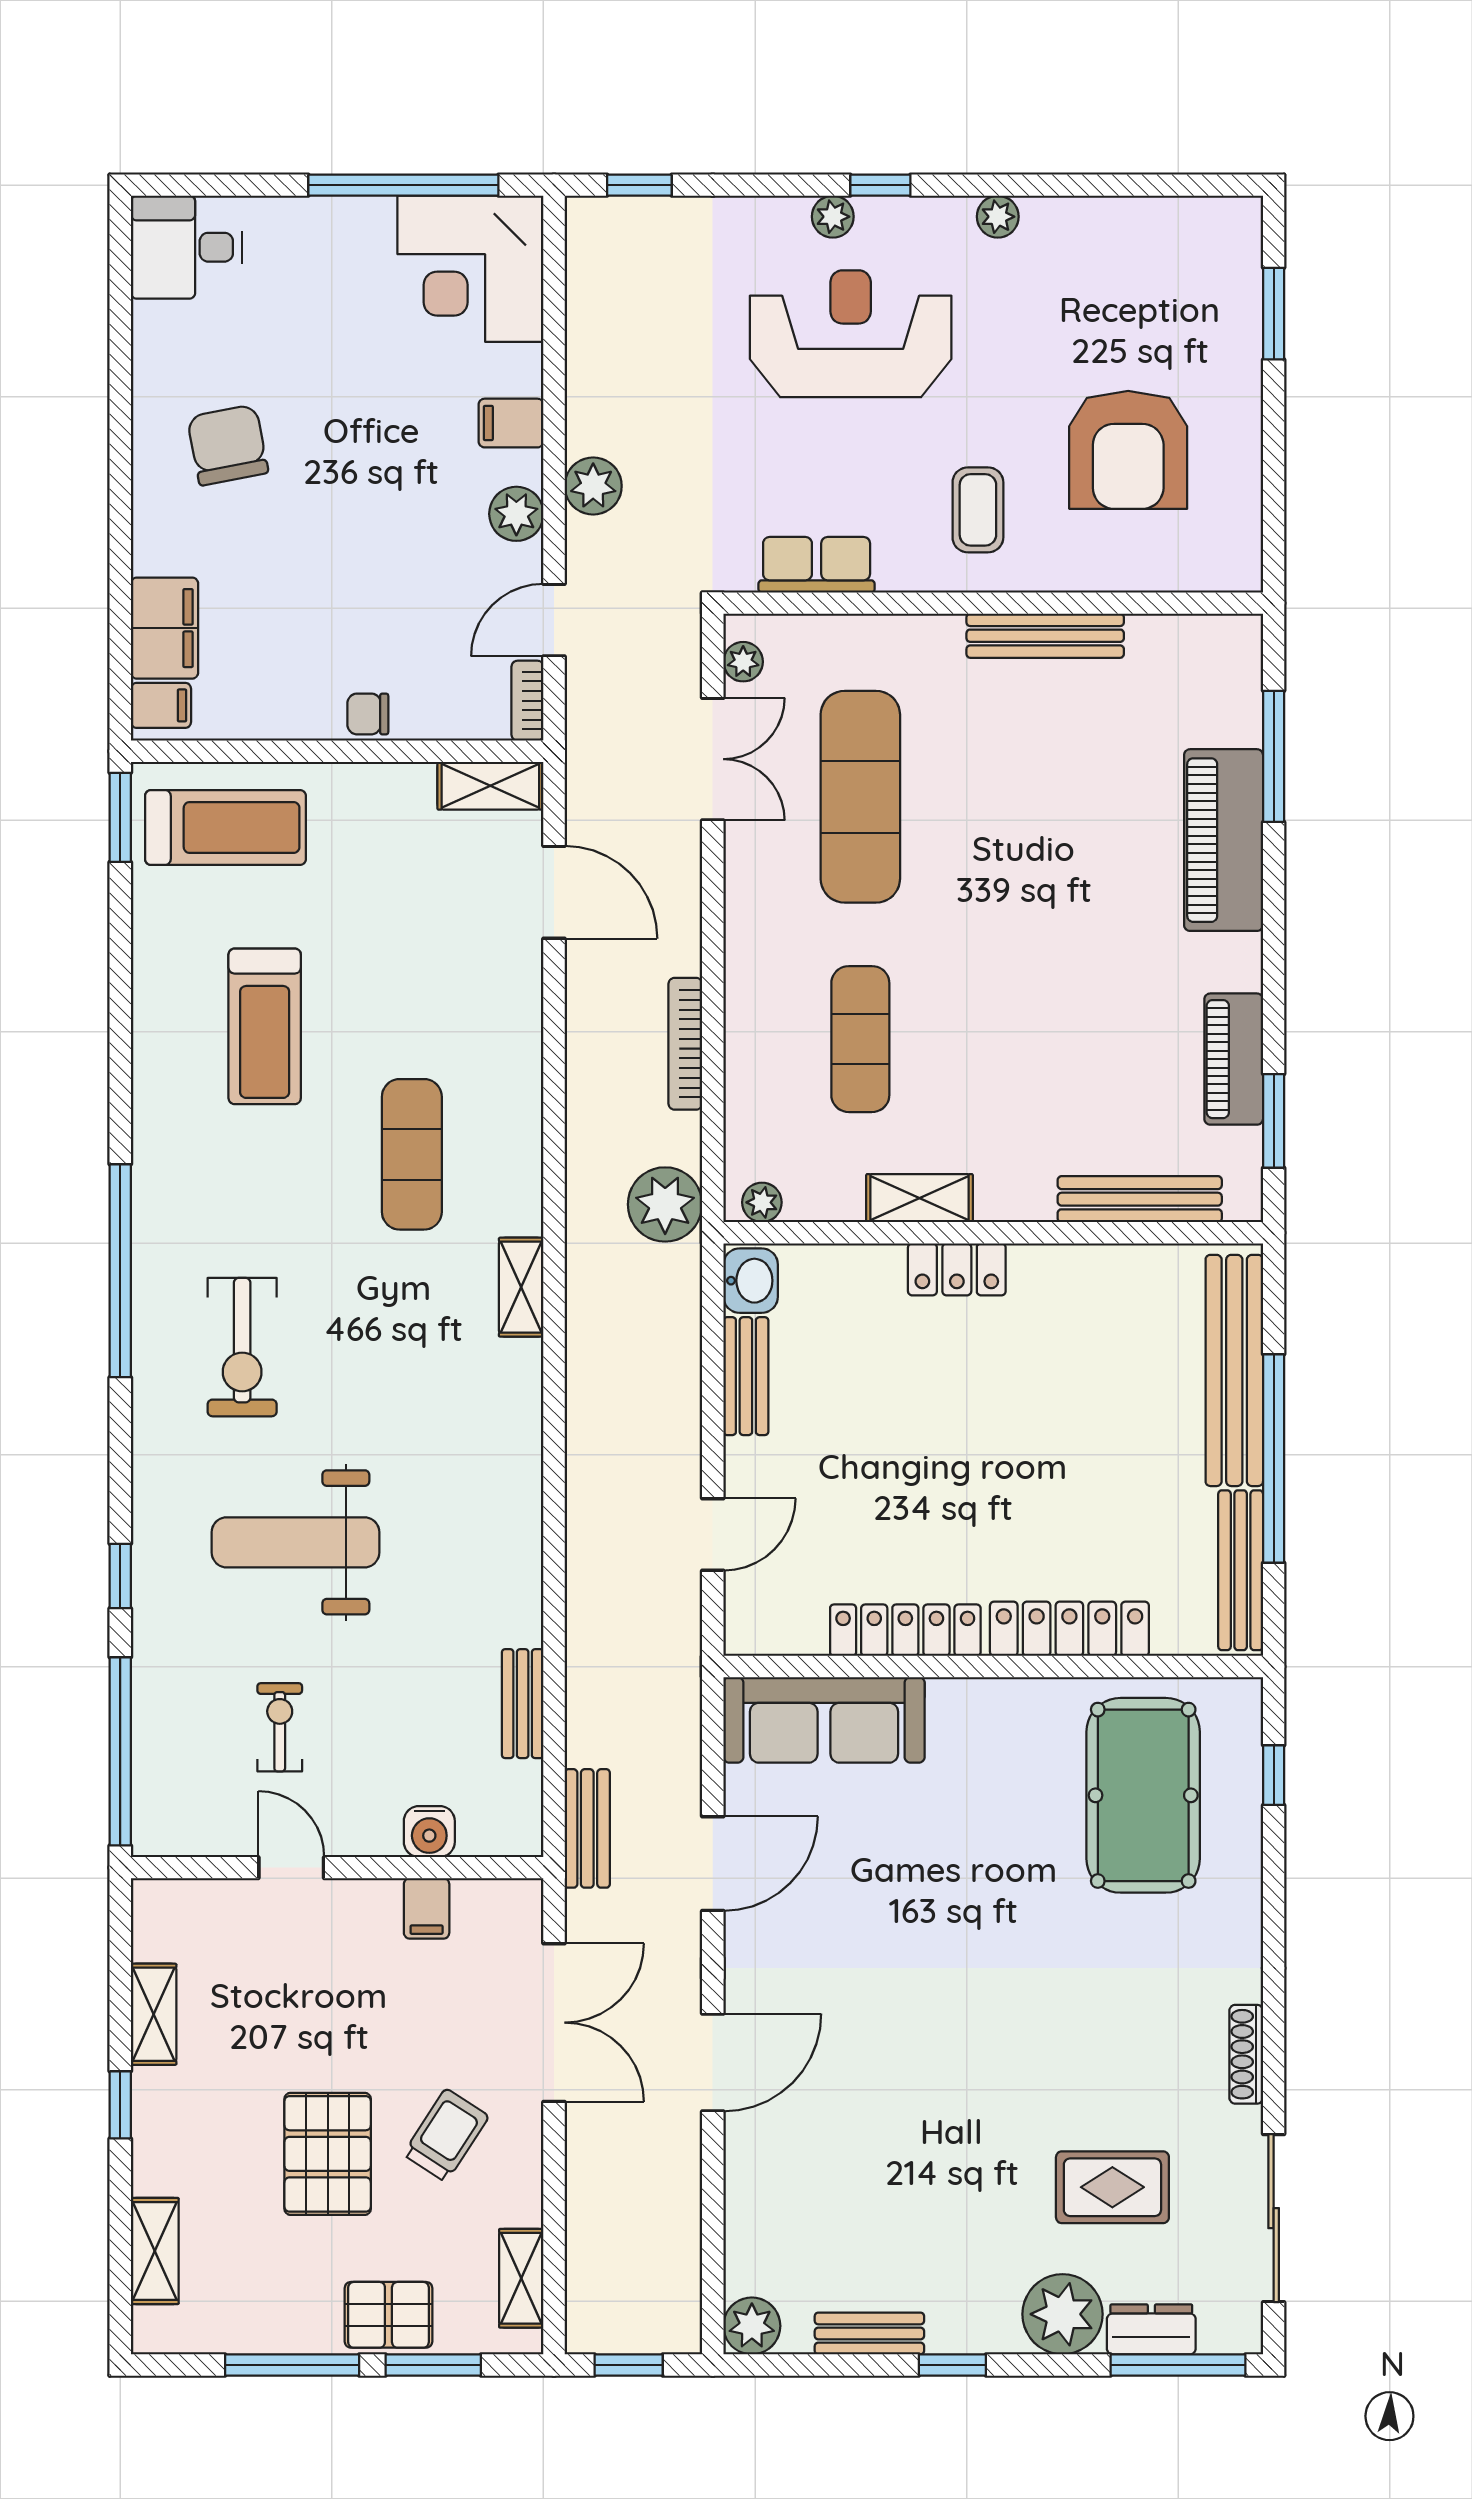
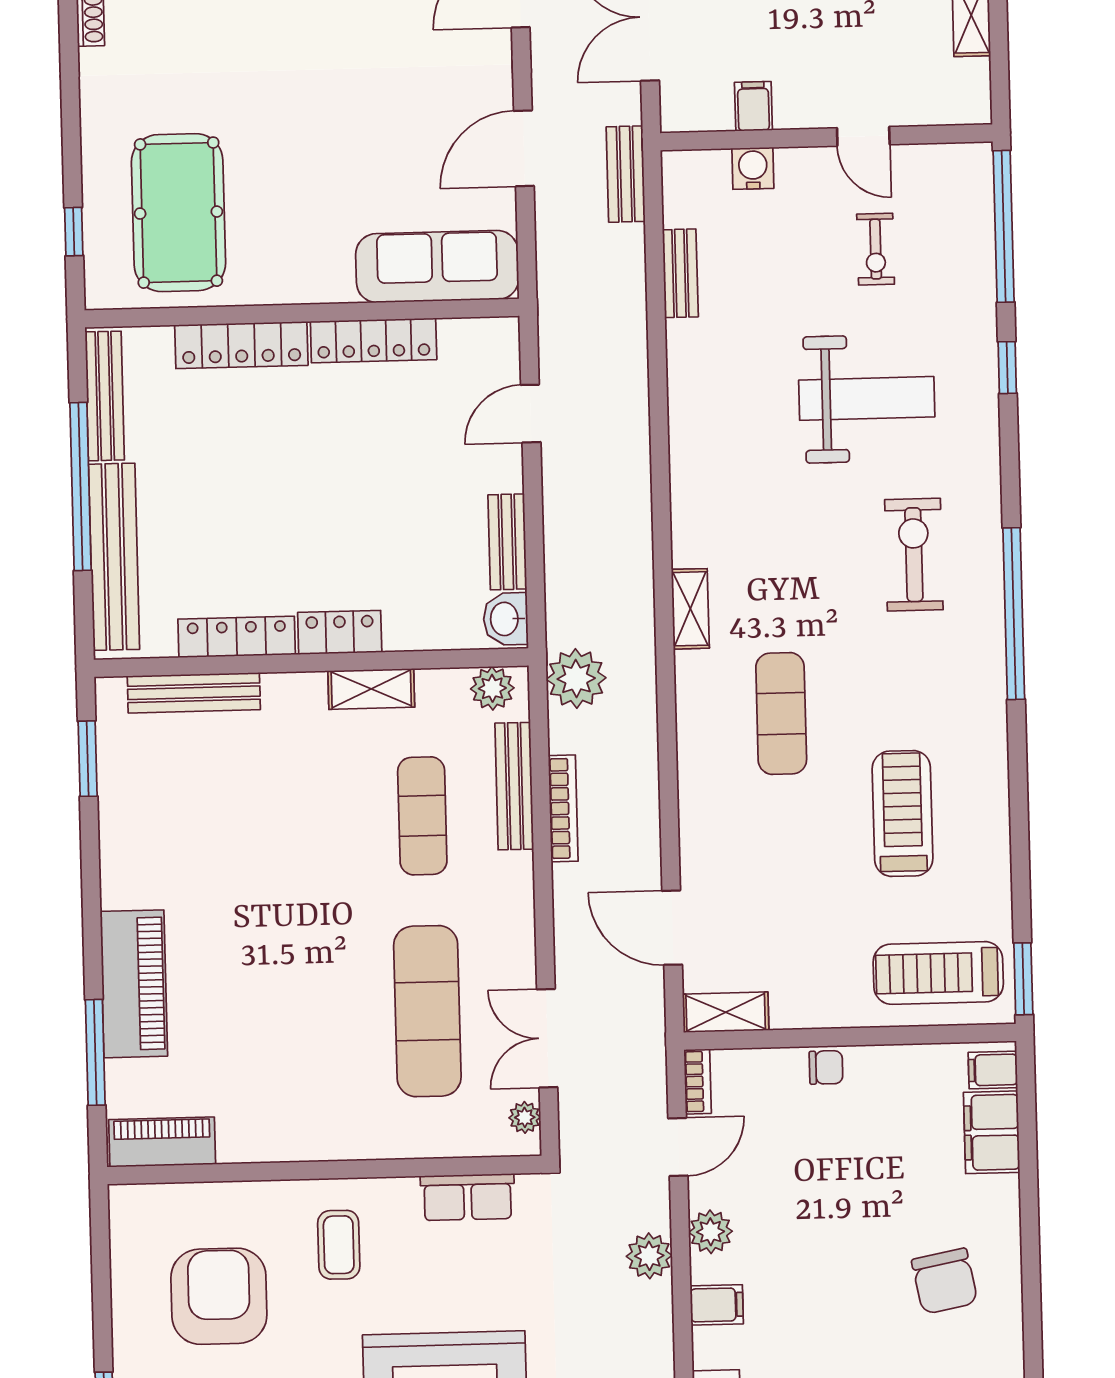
bench: (1045, 636) -> (514, 786), moved, turned 90
piano: (1234, 1059) -> (162, 1142), moved, turned -90
plant: (762, 1202) -> (492, 688), width x1.38, depth x1.38
locker: (1085, 1267) -> (237, 637), added

